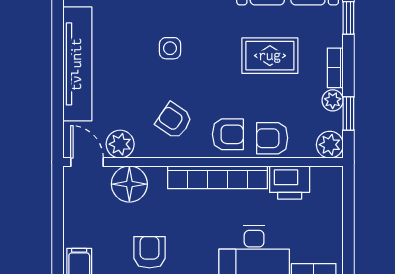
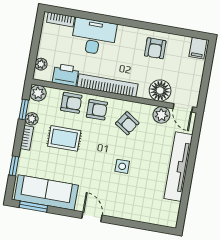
rug: (270, 56) -> (64, 138), moved
armchair: (228, 134) -> (97, 110), turned 180
plant: (333, 193) -> (41, 64), added

